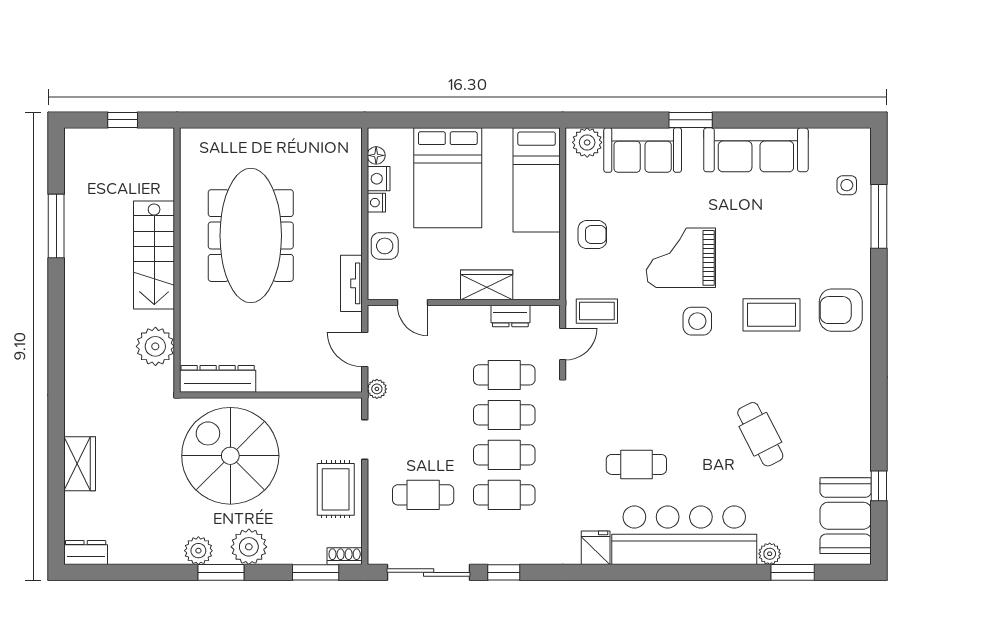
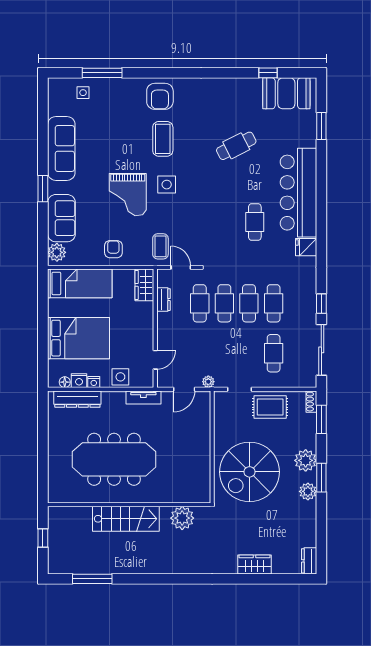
window: (56, 226) -> (92, 579), moved
wardrobe: (487, 285) -> (144, 285), moved
dresser: (218, 379) -> (77, 399), moved, turned -90
plant: (770, 554) -> (310, 140), removed

